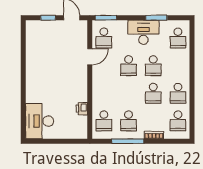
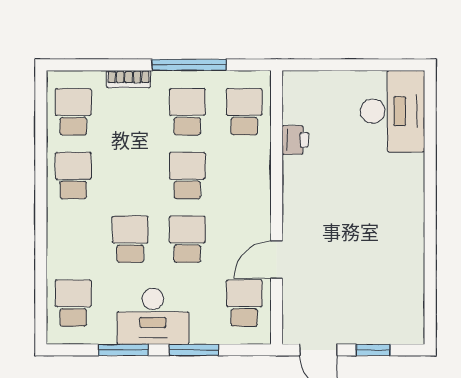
window: (106, 18) -> (194, 350), moved
school desk: (153, 93) -> (187, 176), moved

